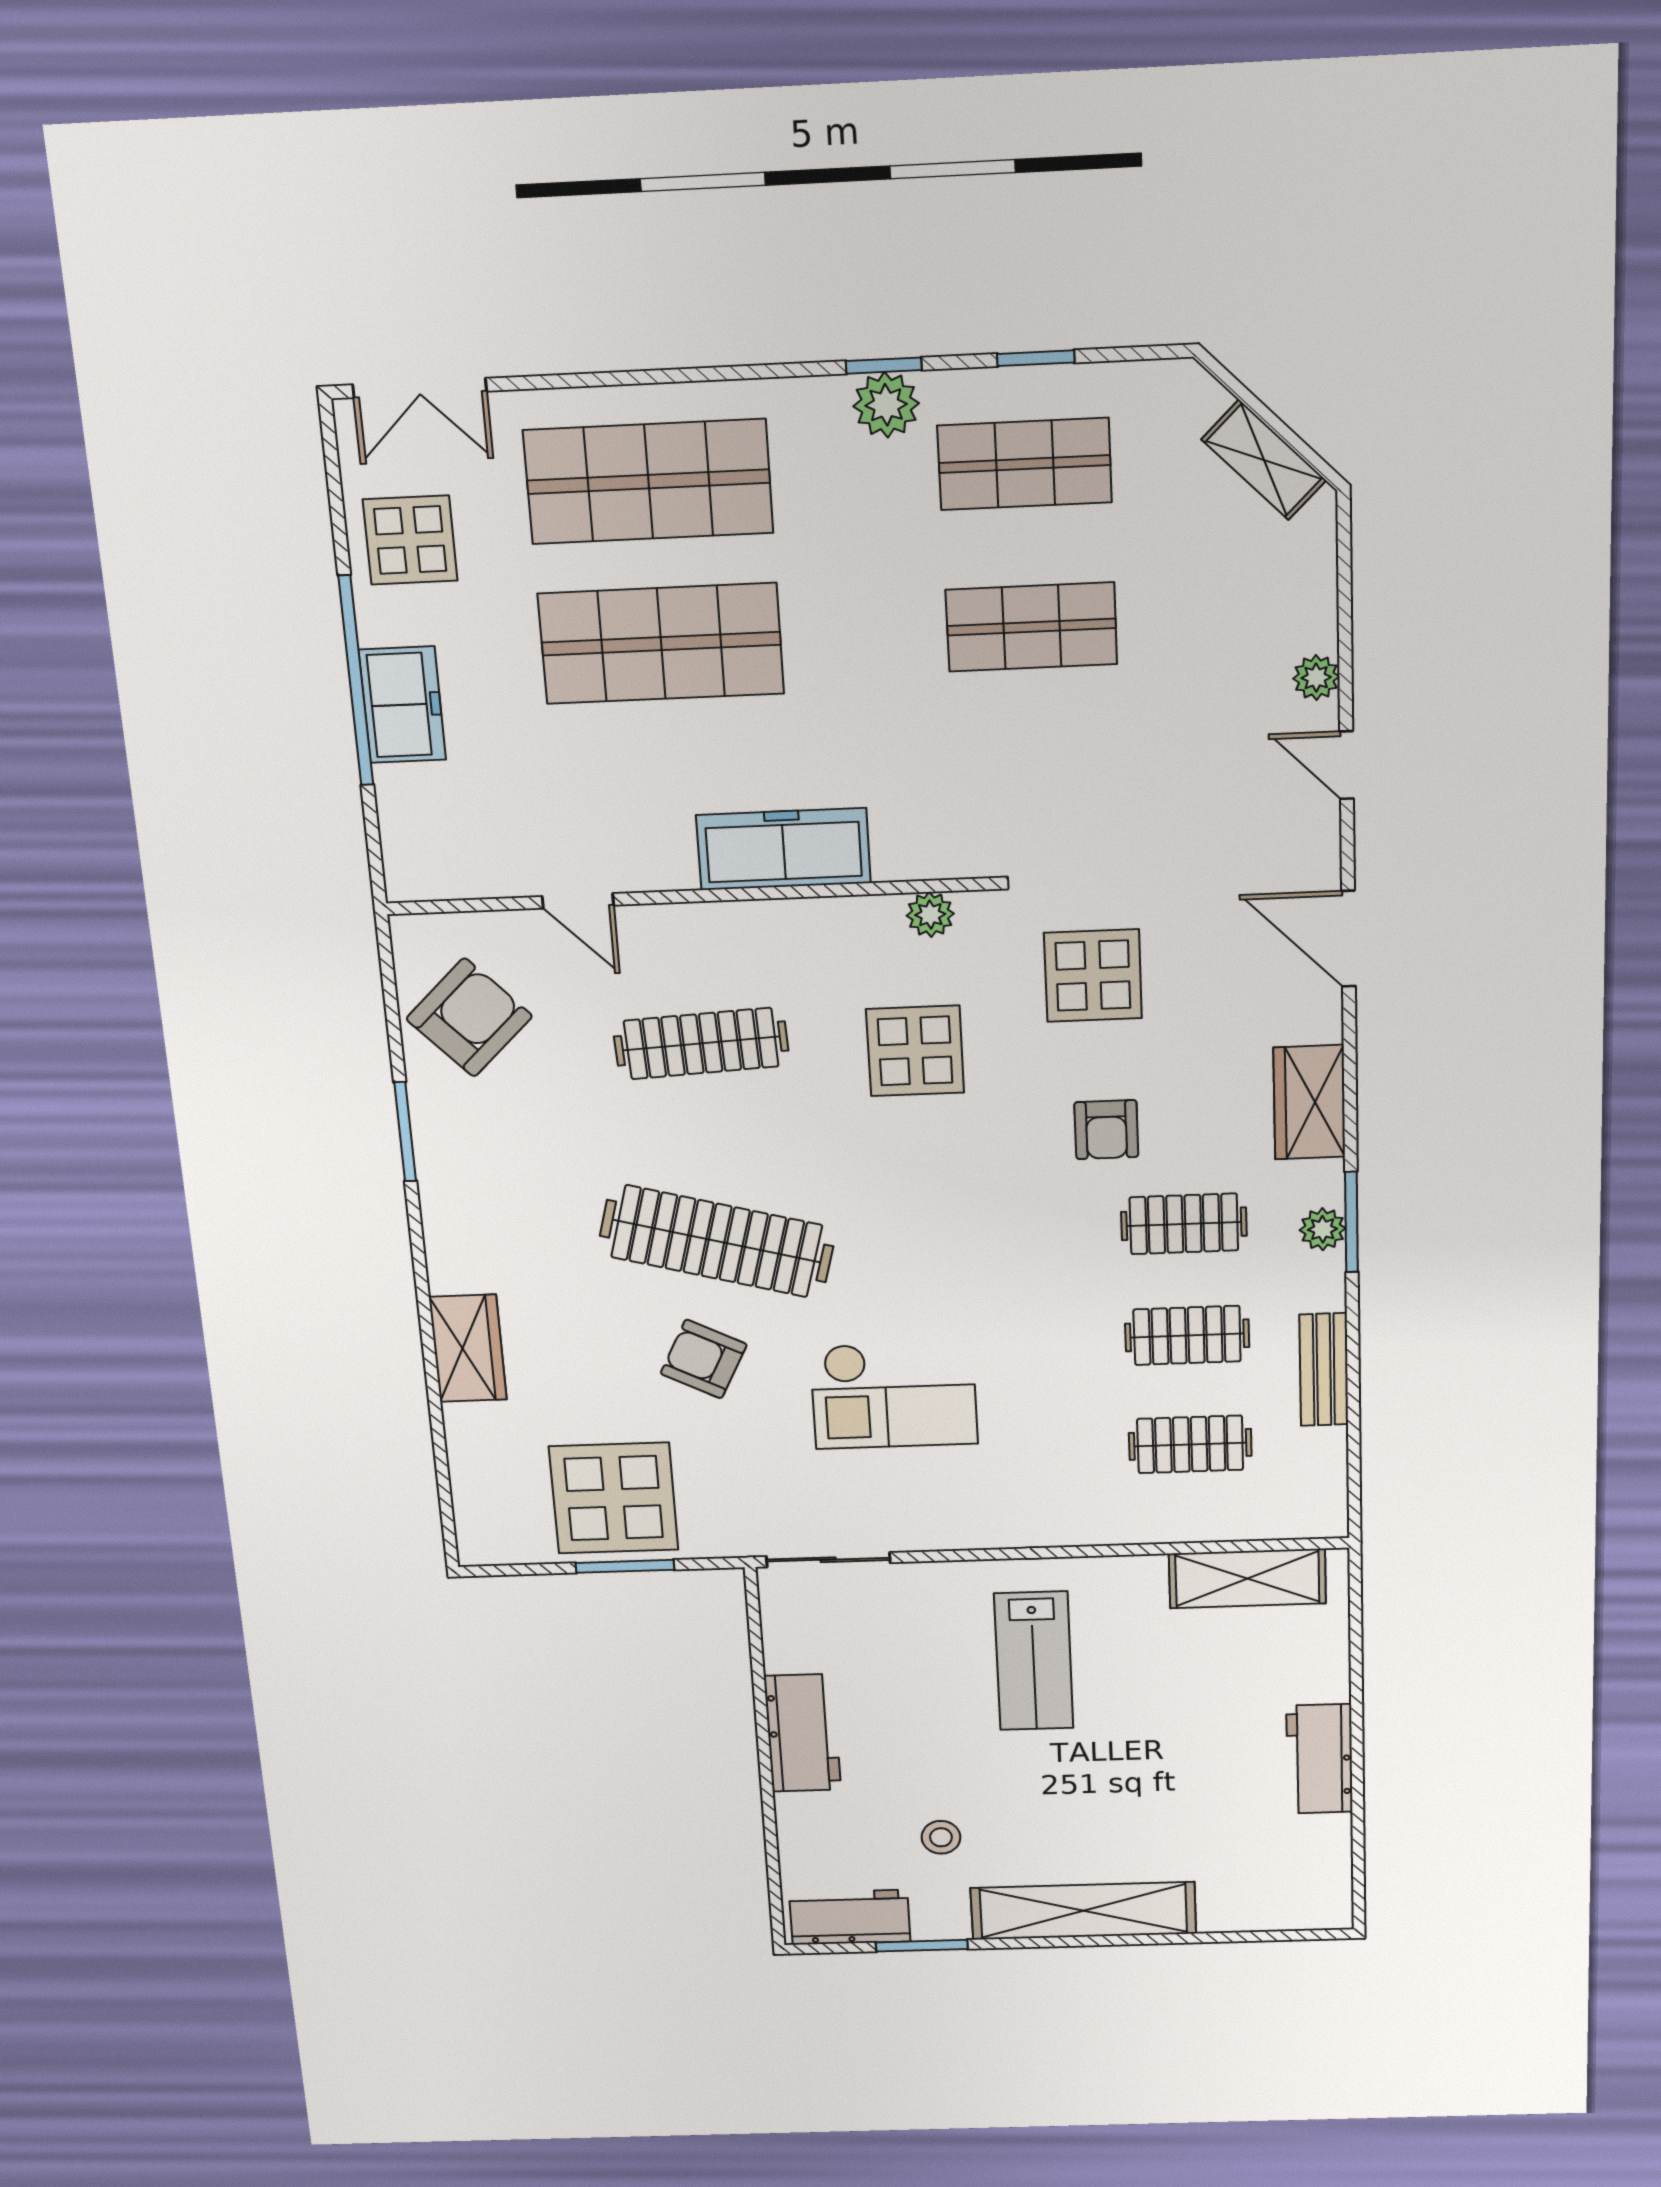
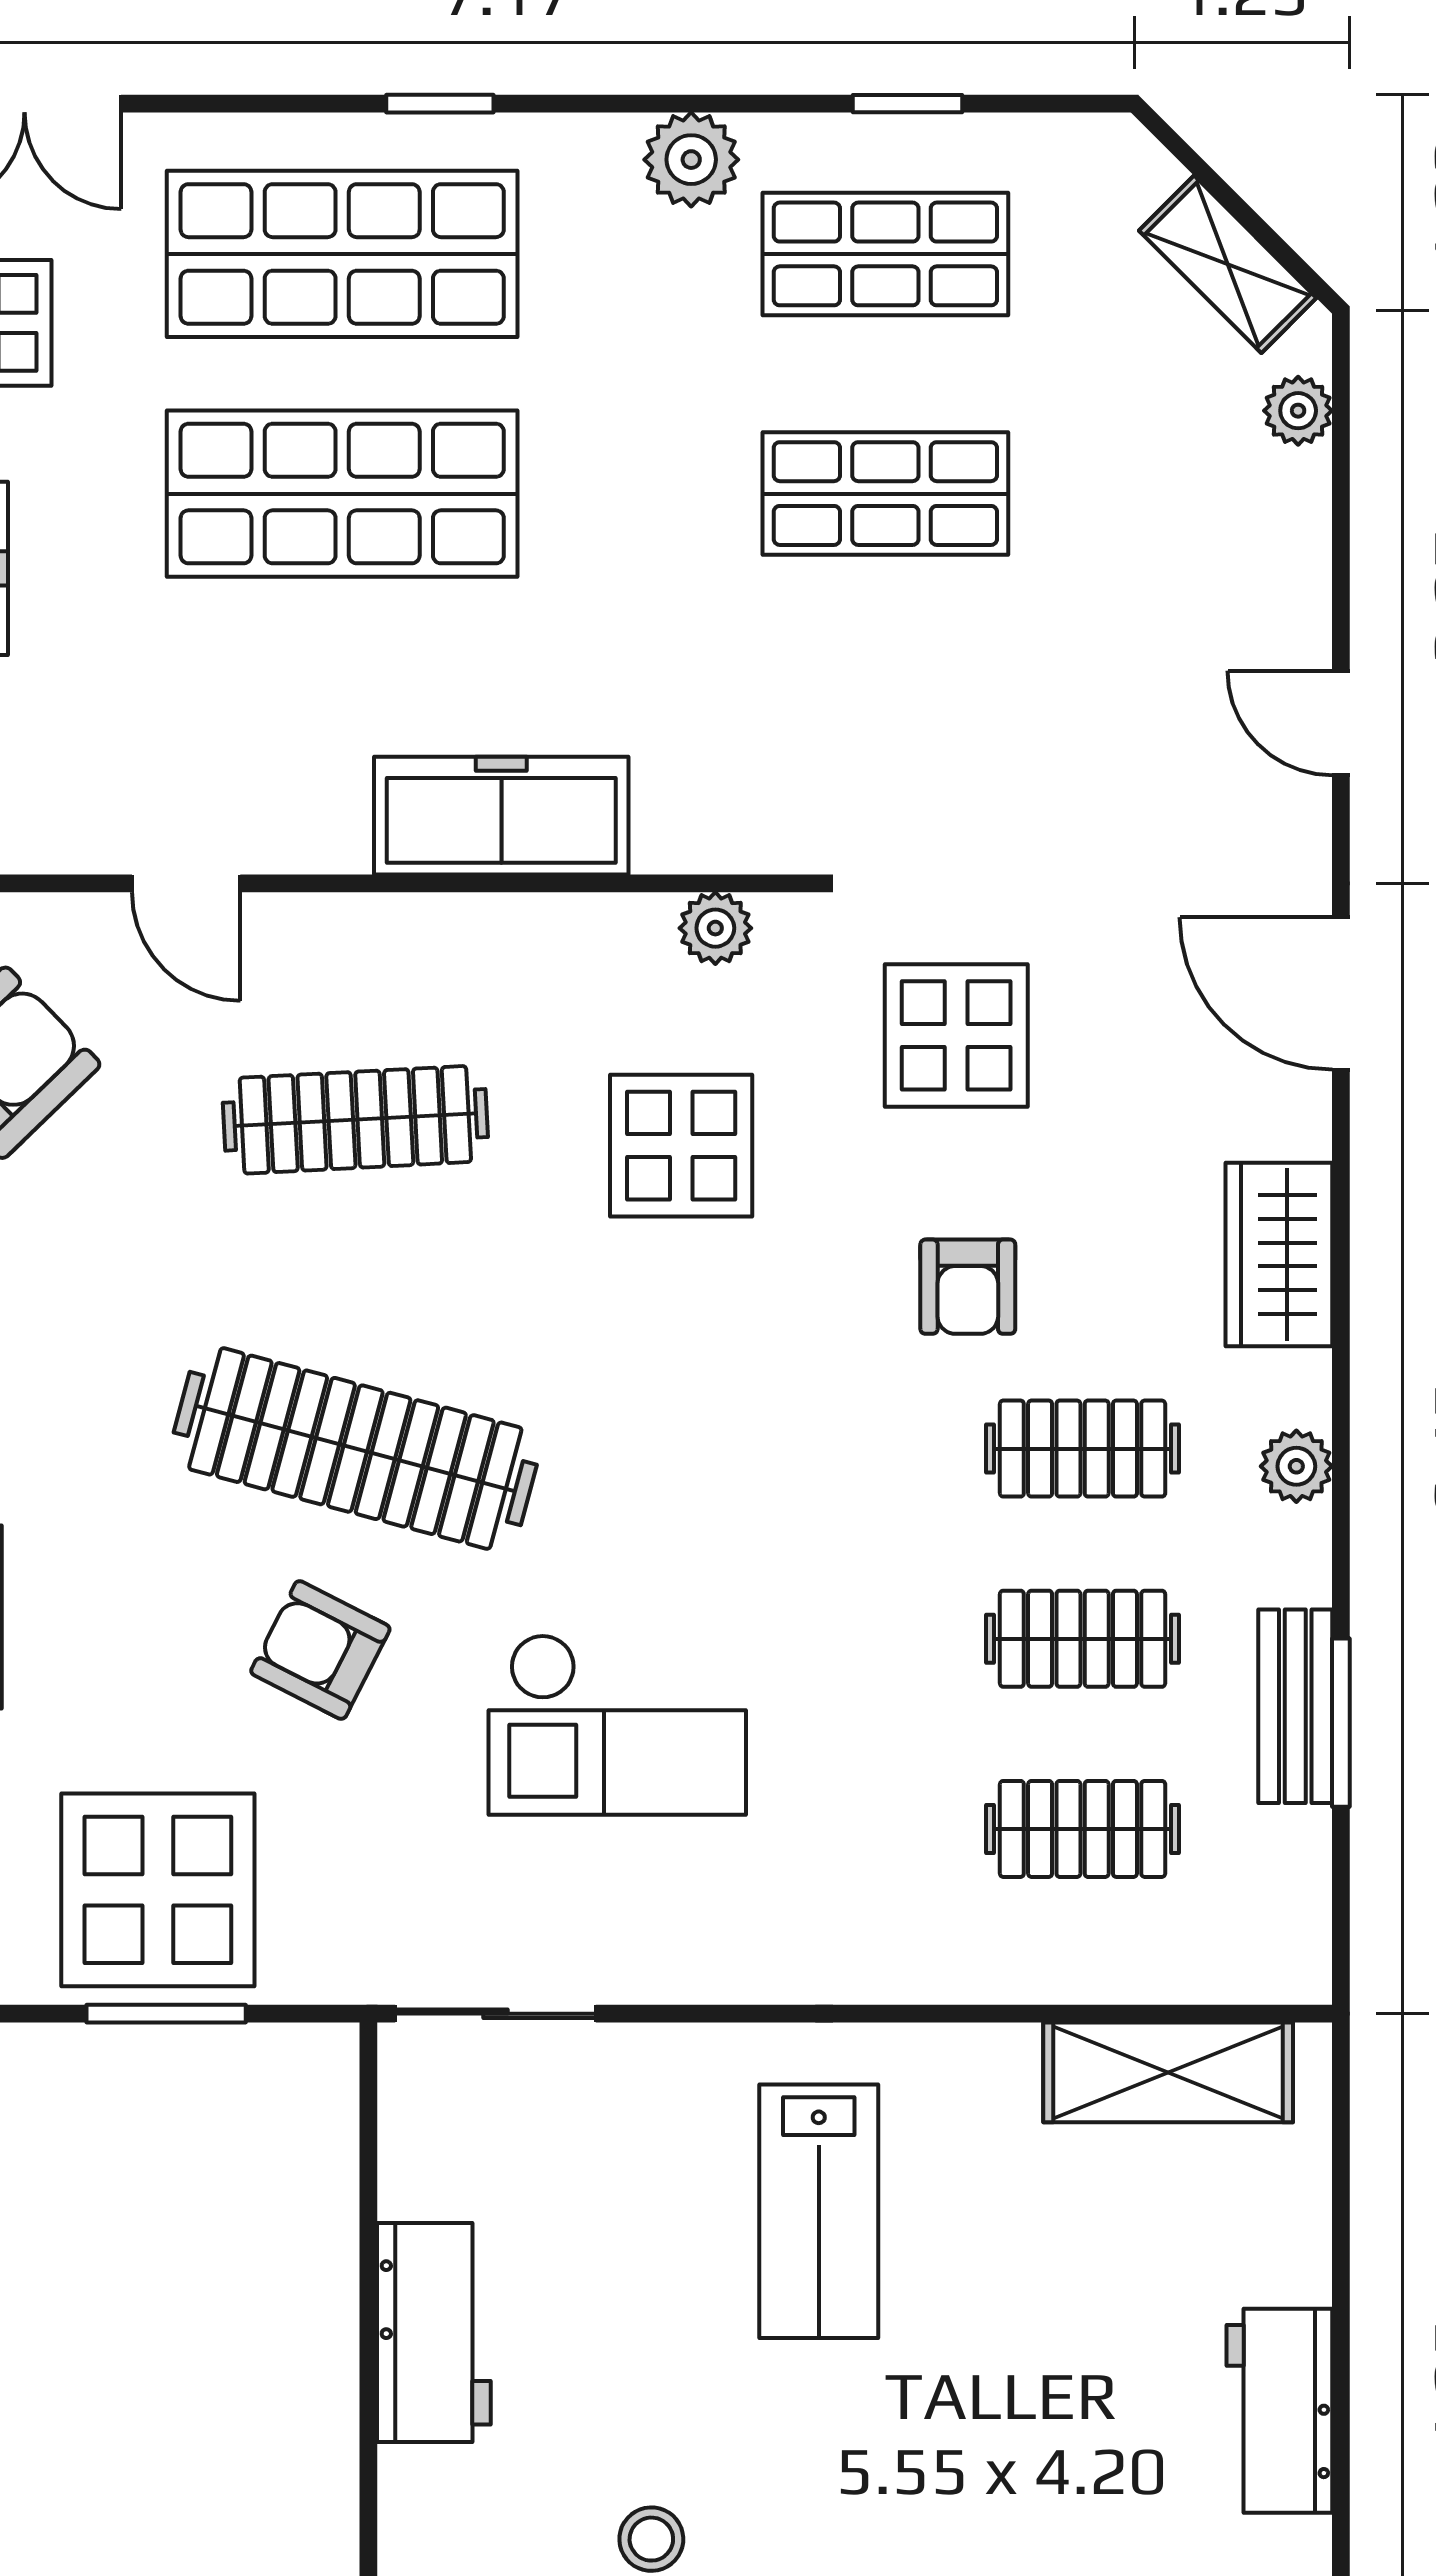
window: (884, 366) -> (440, 104), moved
plant: (1316, 678) -> (1298, 411), moved
window: (1351, 1222) -> (1341, 1723), moved

